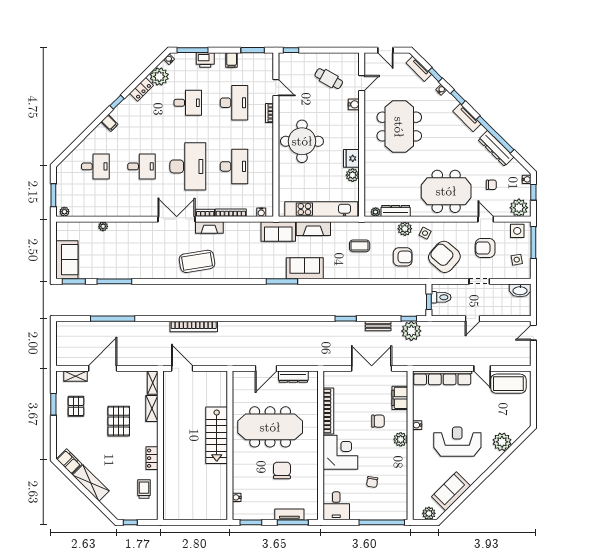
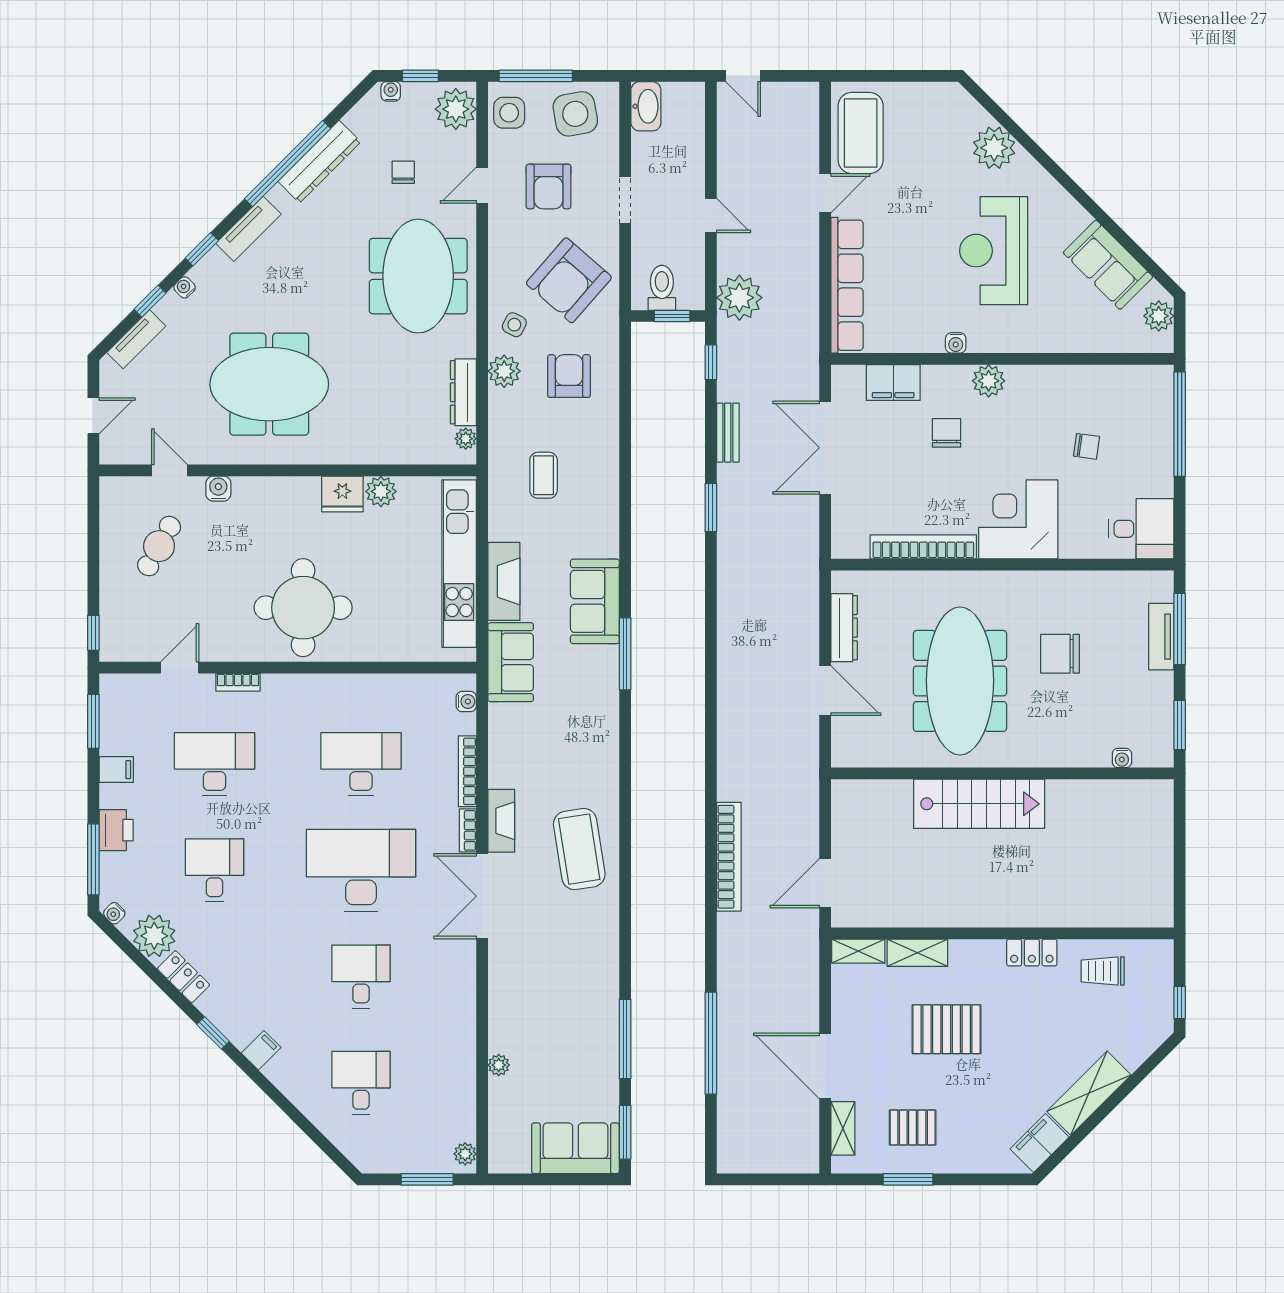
side table: (517, 260) -> (575, 114), width x1.87, depth x1.87
plant: (411, 331) -> (739, 298), moved

